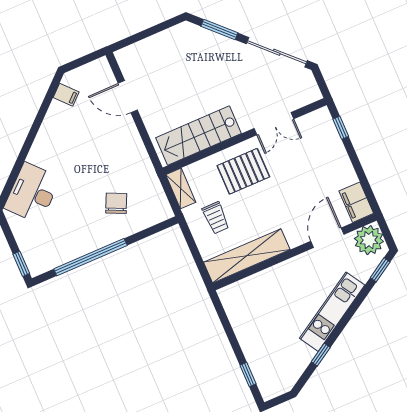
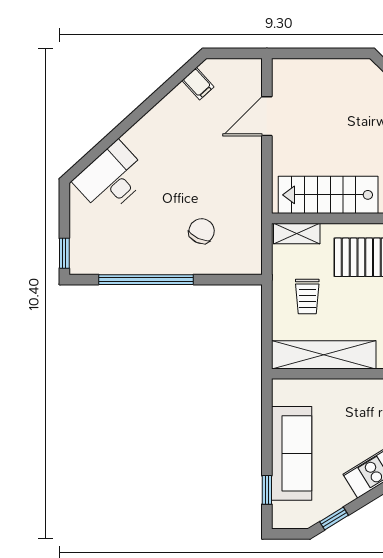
door: (128, 97) -> (267, 116), hinge flipped
shelving: (181, 188) -> (297, 233), moved, turned 90
sofa: (255, 339) -> (292, 453), added
window: (321, 355) -> (334, 518), moved

